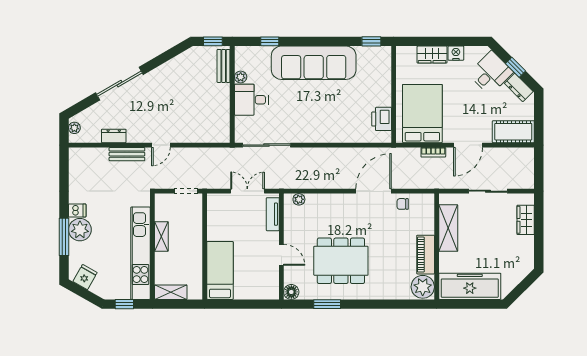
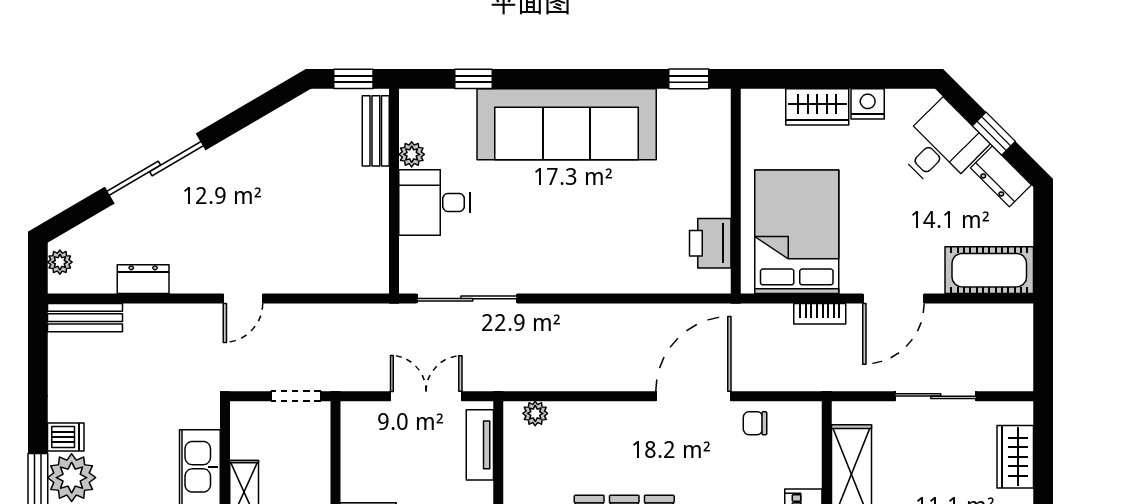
bench: (127, 154) -> (85, 318), moved

